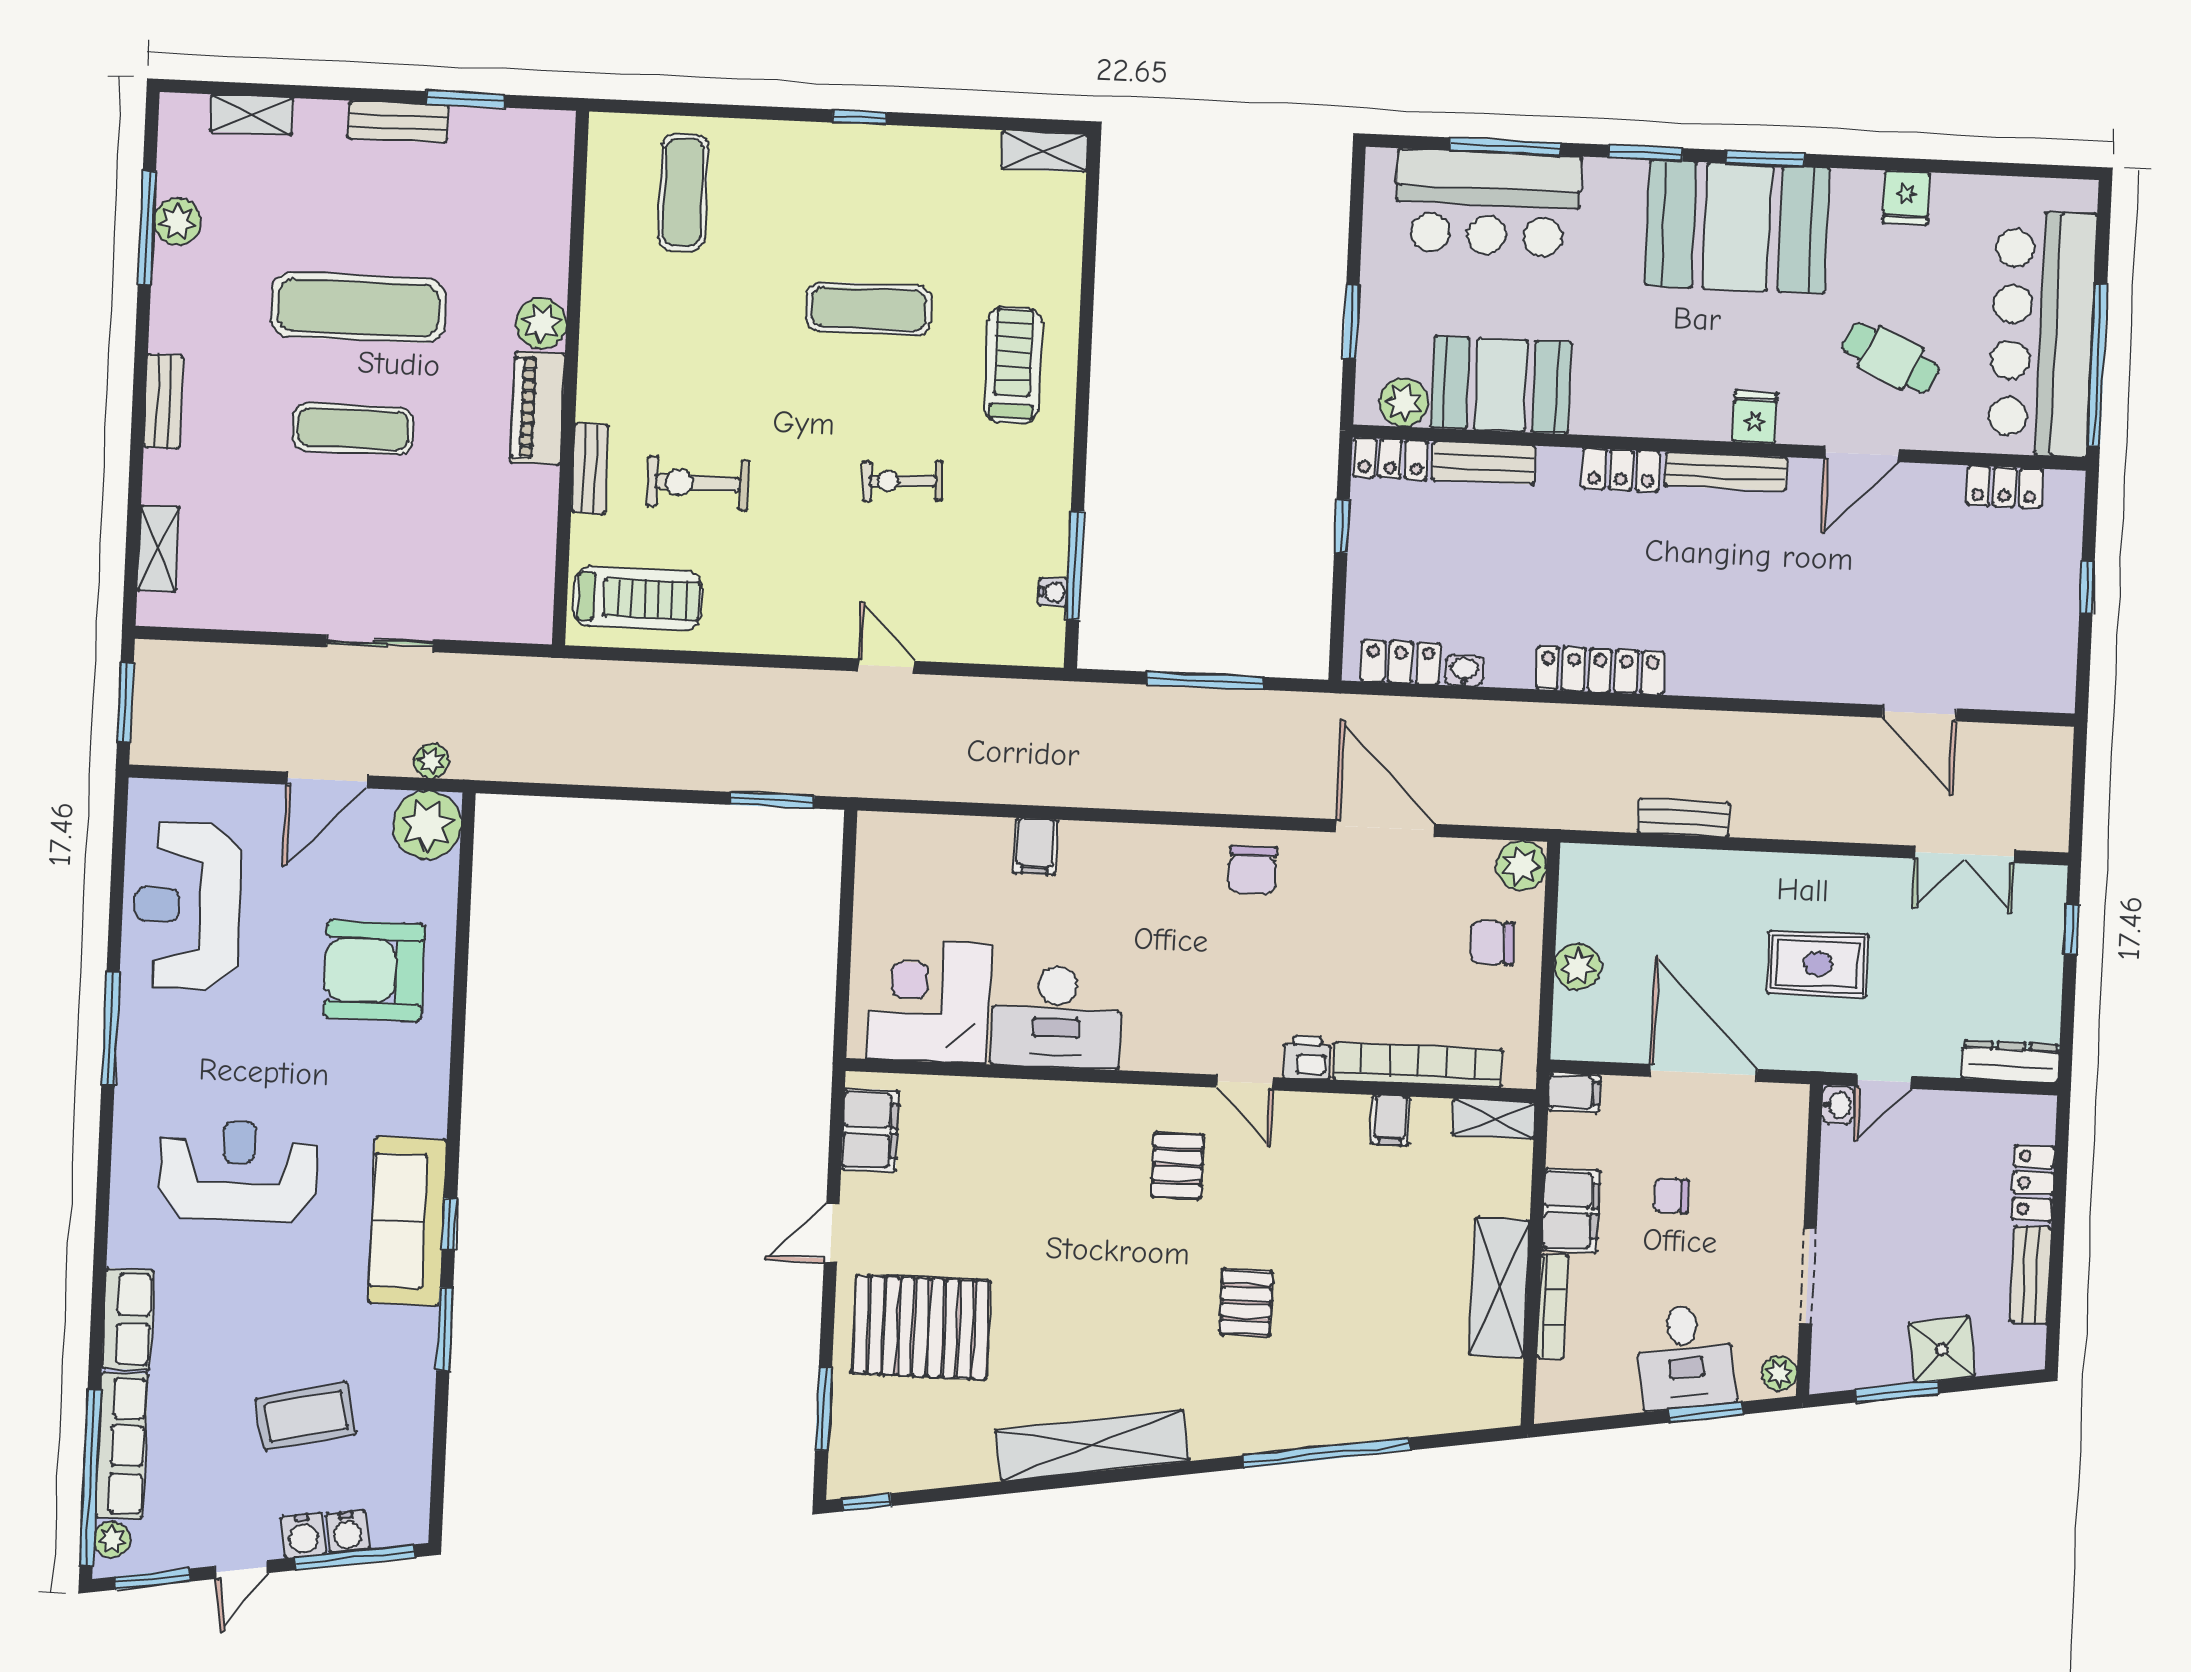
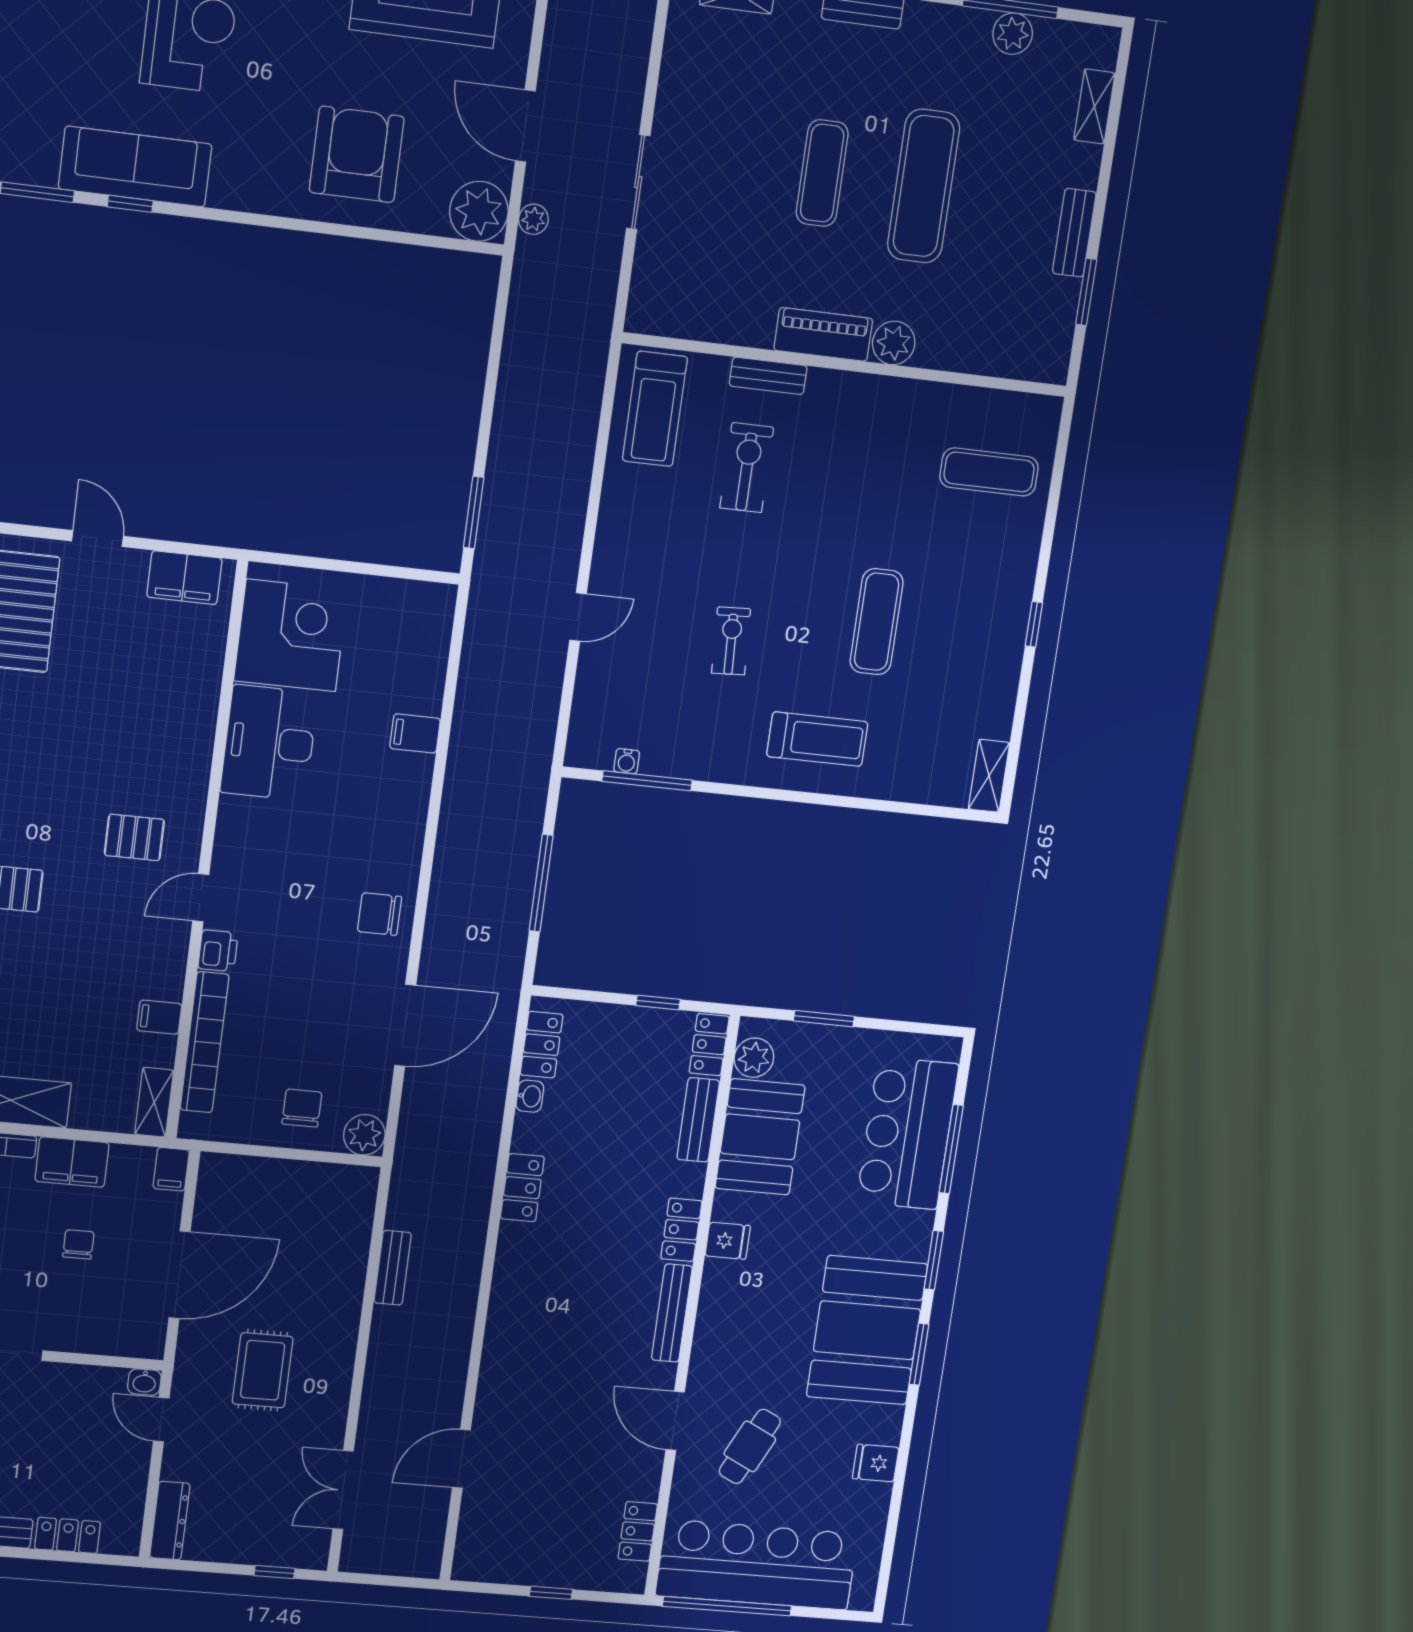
fridge: (1755, 417) -> (728, 1241), moved
locker: (1600, 670) -> (522, 1188), width x0.66
plant: (1578, 967) -> (276, 1177), removed

